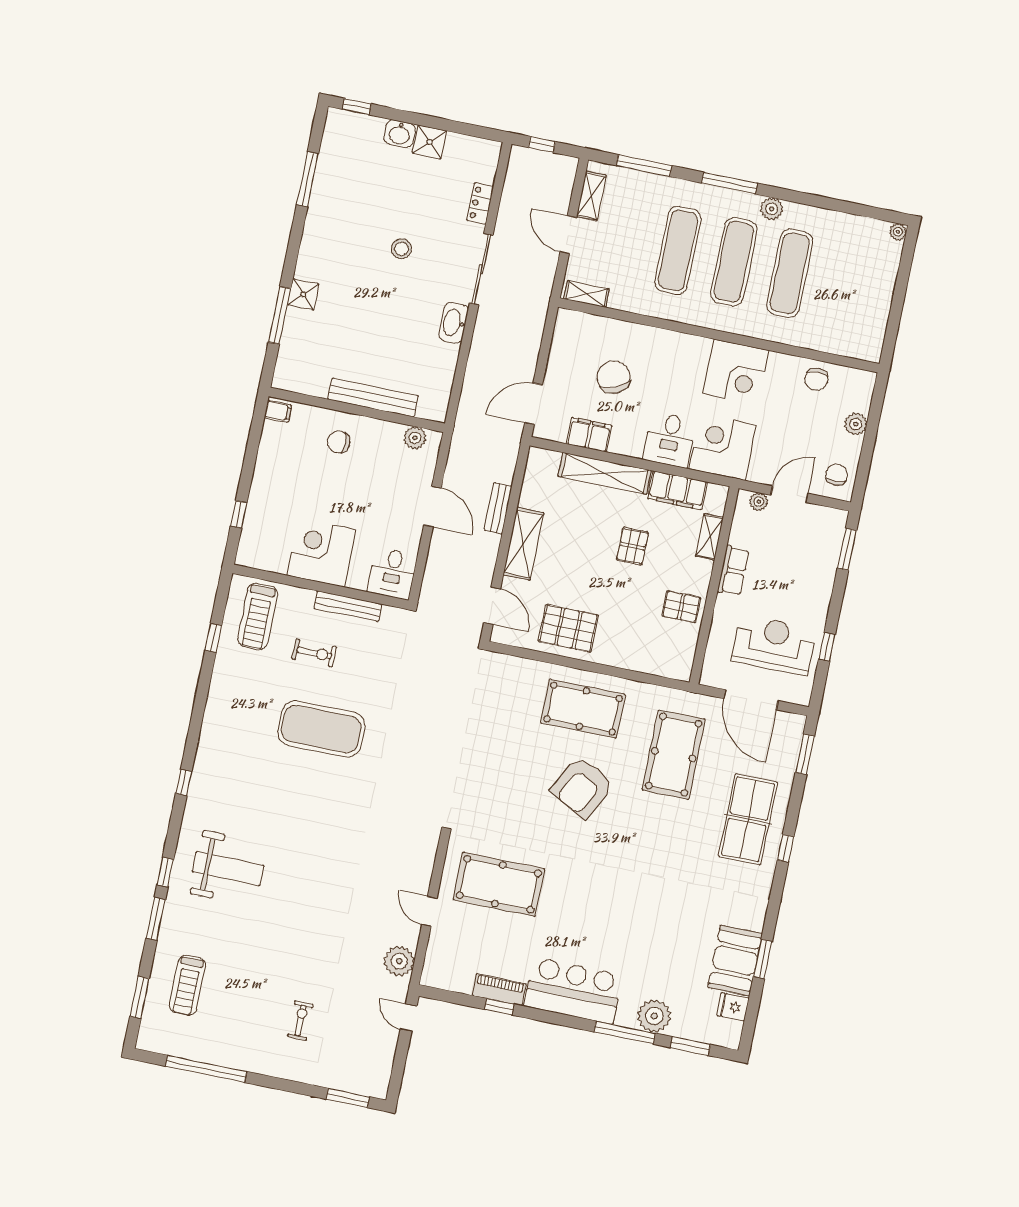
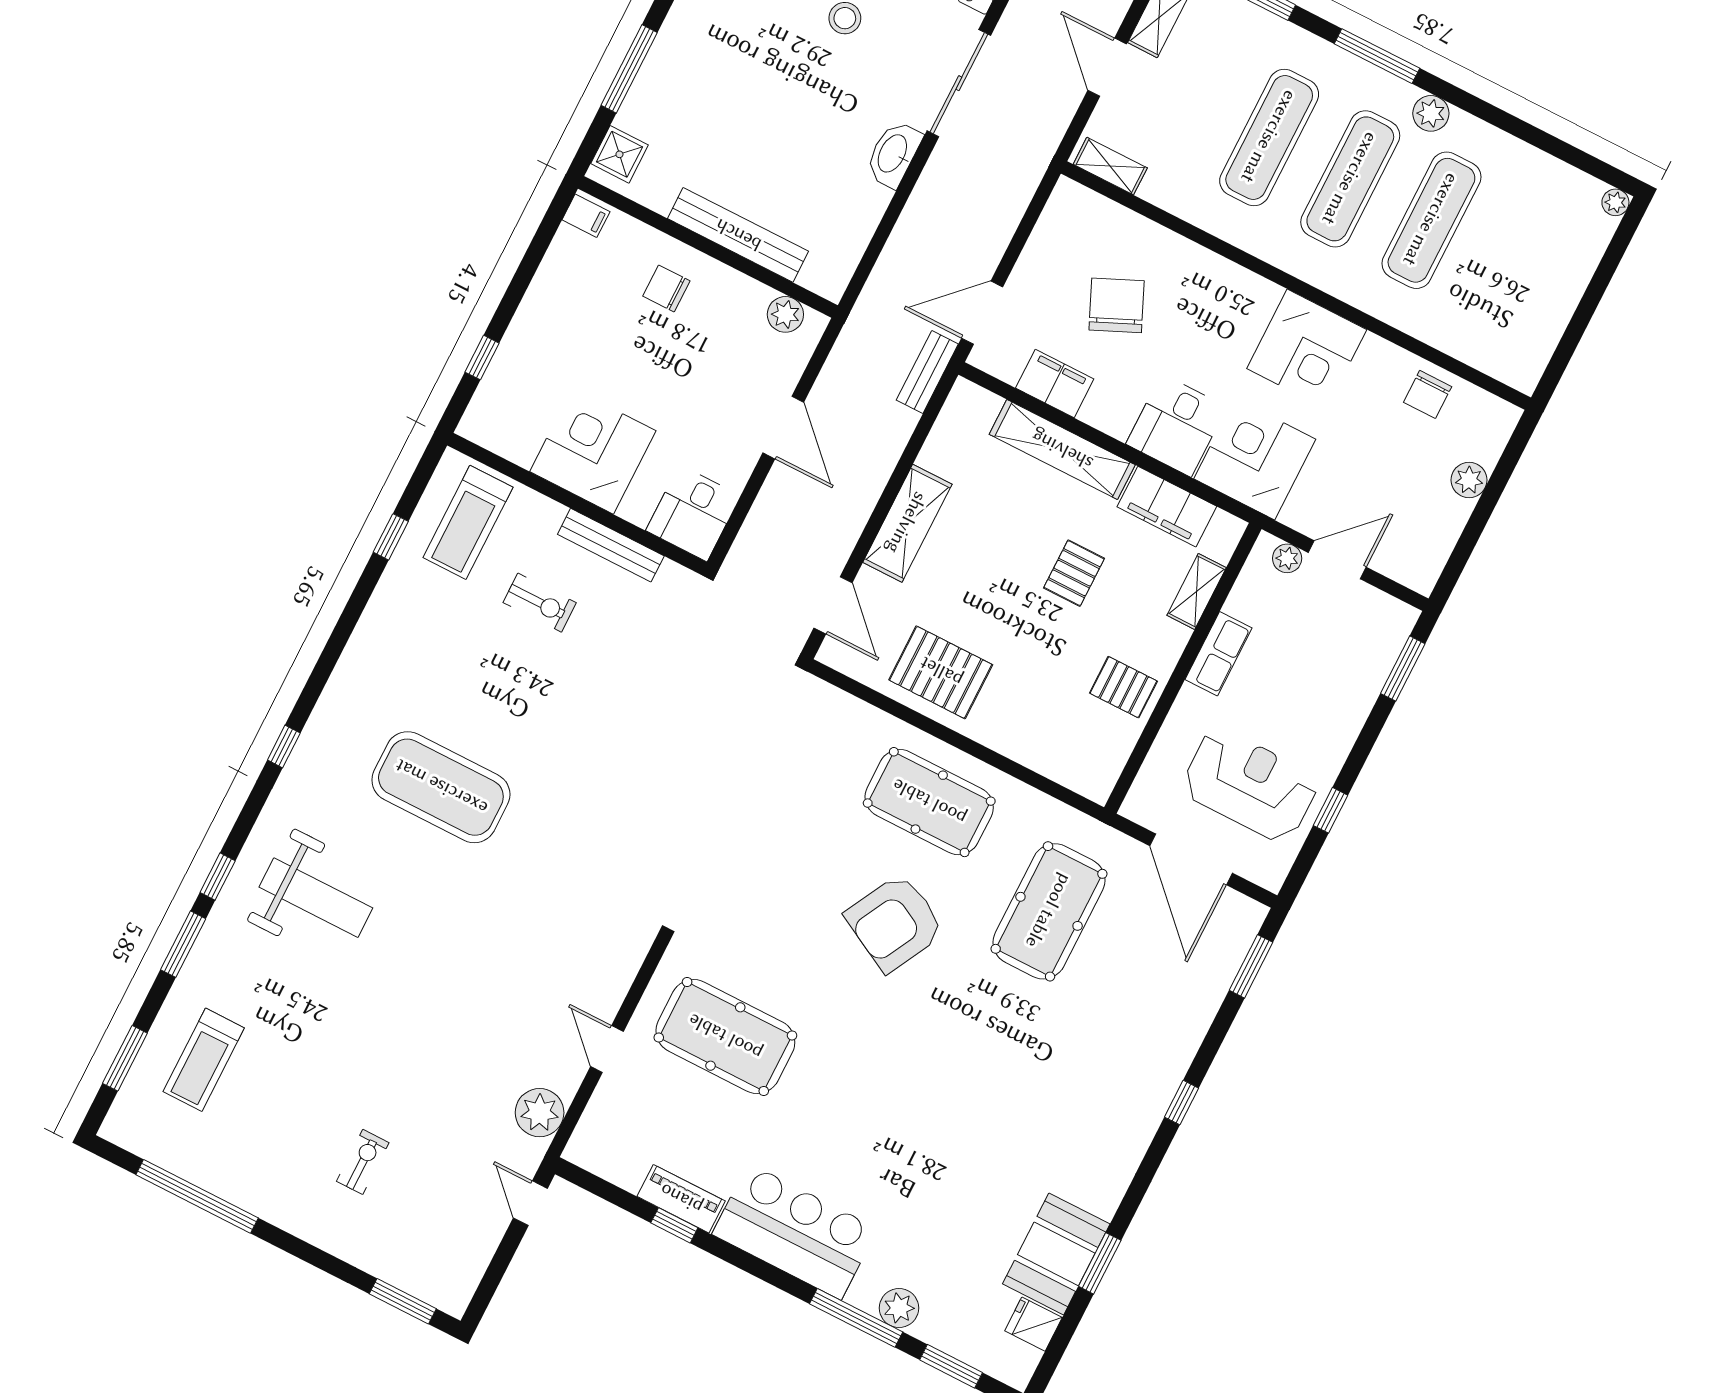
shower: (303, 294) -> (619, 154), moved
chair: (837, 475) -> (1418, 550), removed
bench: (498, 508) -> (927, 372), moved
exercise mat: (321, 729) -> (441, 787), moved
table tennis table: (748, 819) -> (1136, 1042), removed
plant: (654, 1016) -> (899, 1308), width x0.73, depth x0.73

